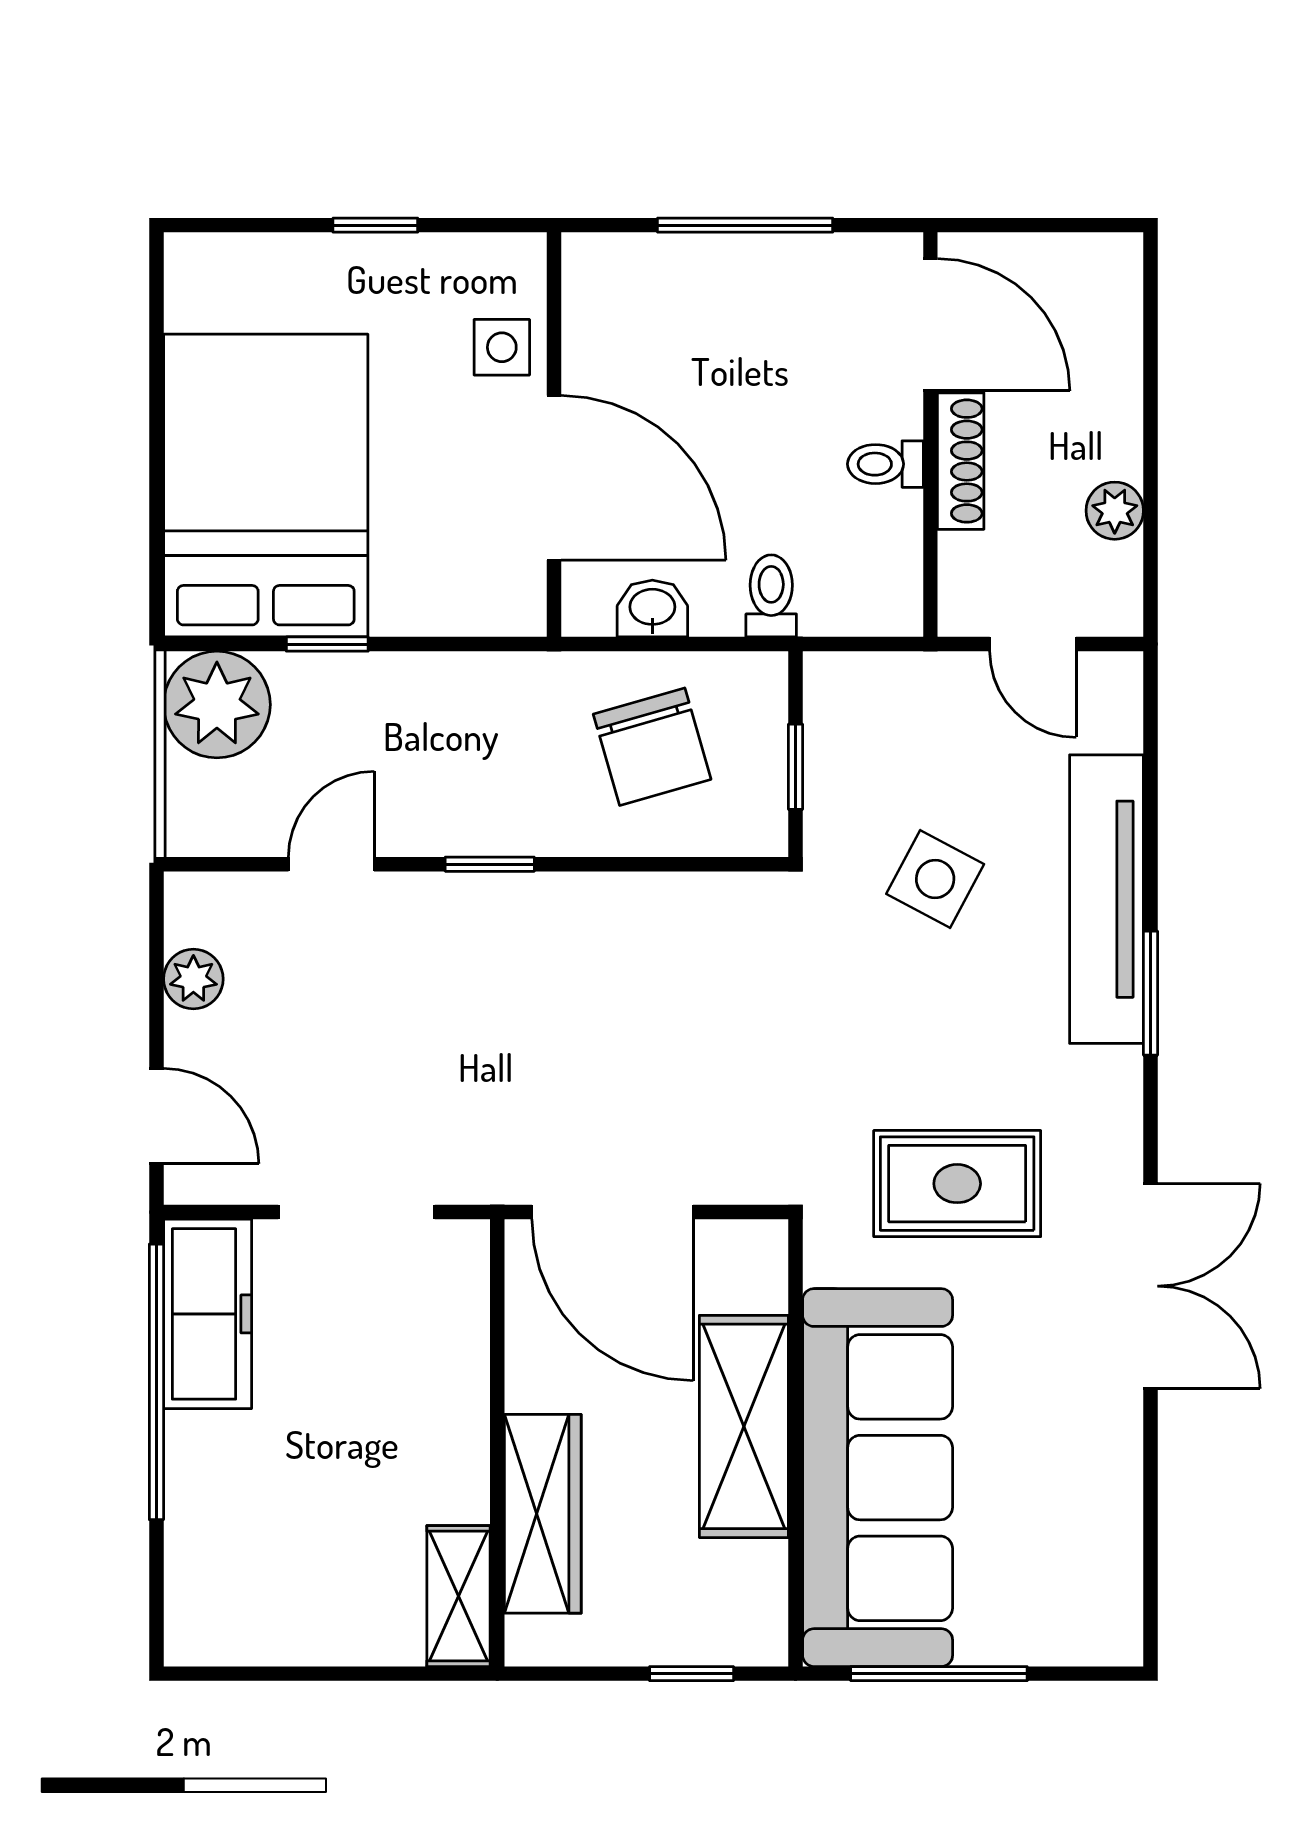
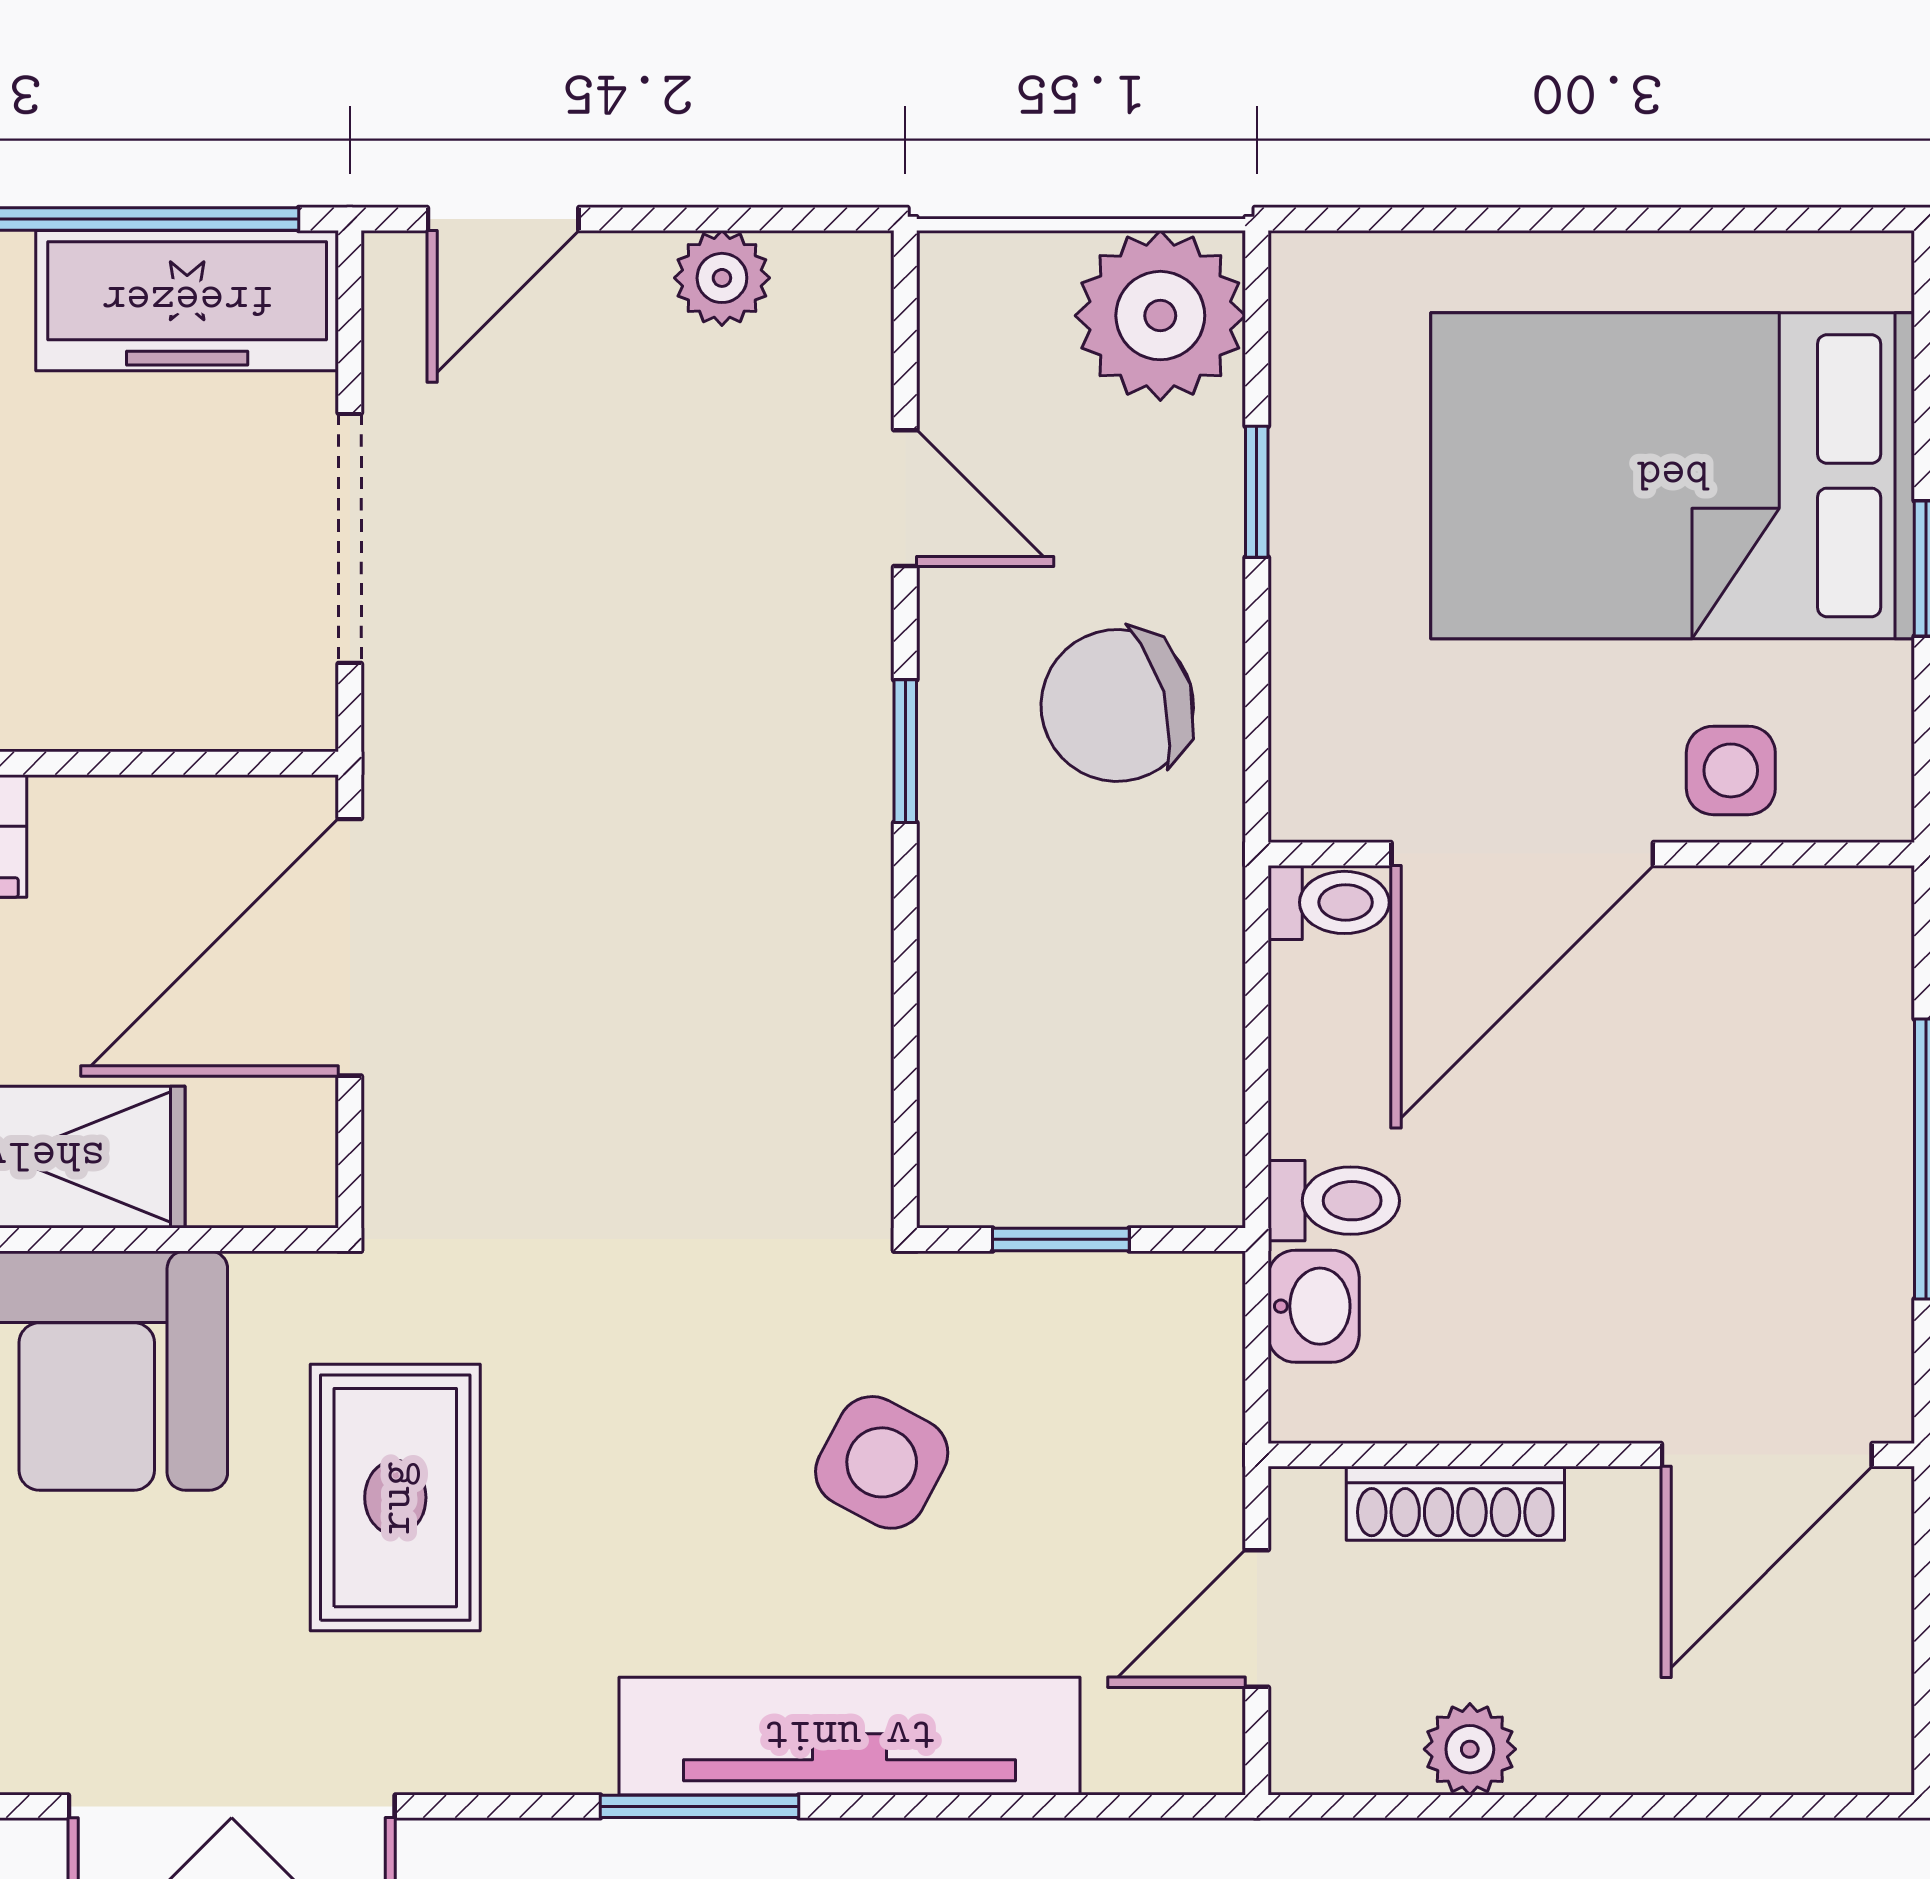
shoe rack: (961, 461) -> (1455, 1503), moved
toilet: (885, 464) -> (1329, 902), moved, turned 90
bed: (266, 486) -> (1673, 476), moved, turned 180
washbasin: (652, 609) -> (1314, 1306), moved
chair: (652, 747) -> (1117, 705), moved

